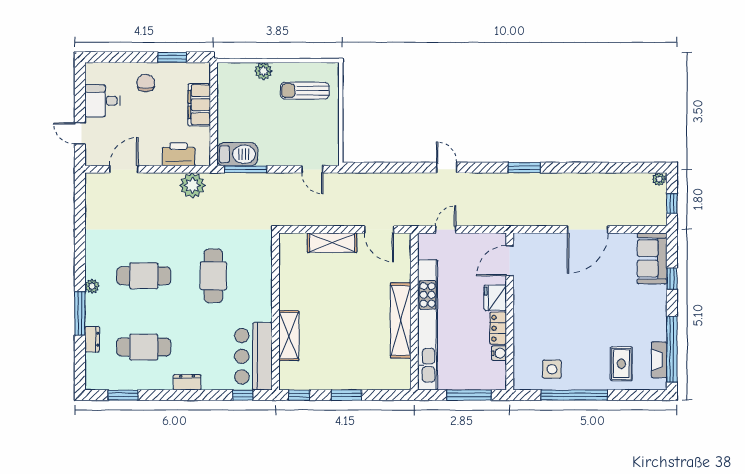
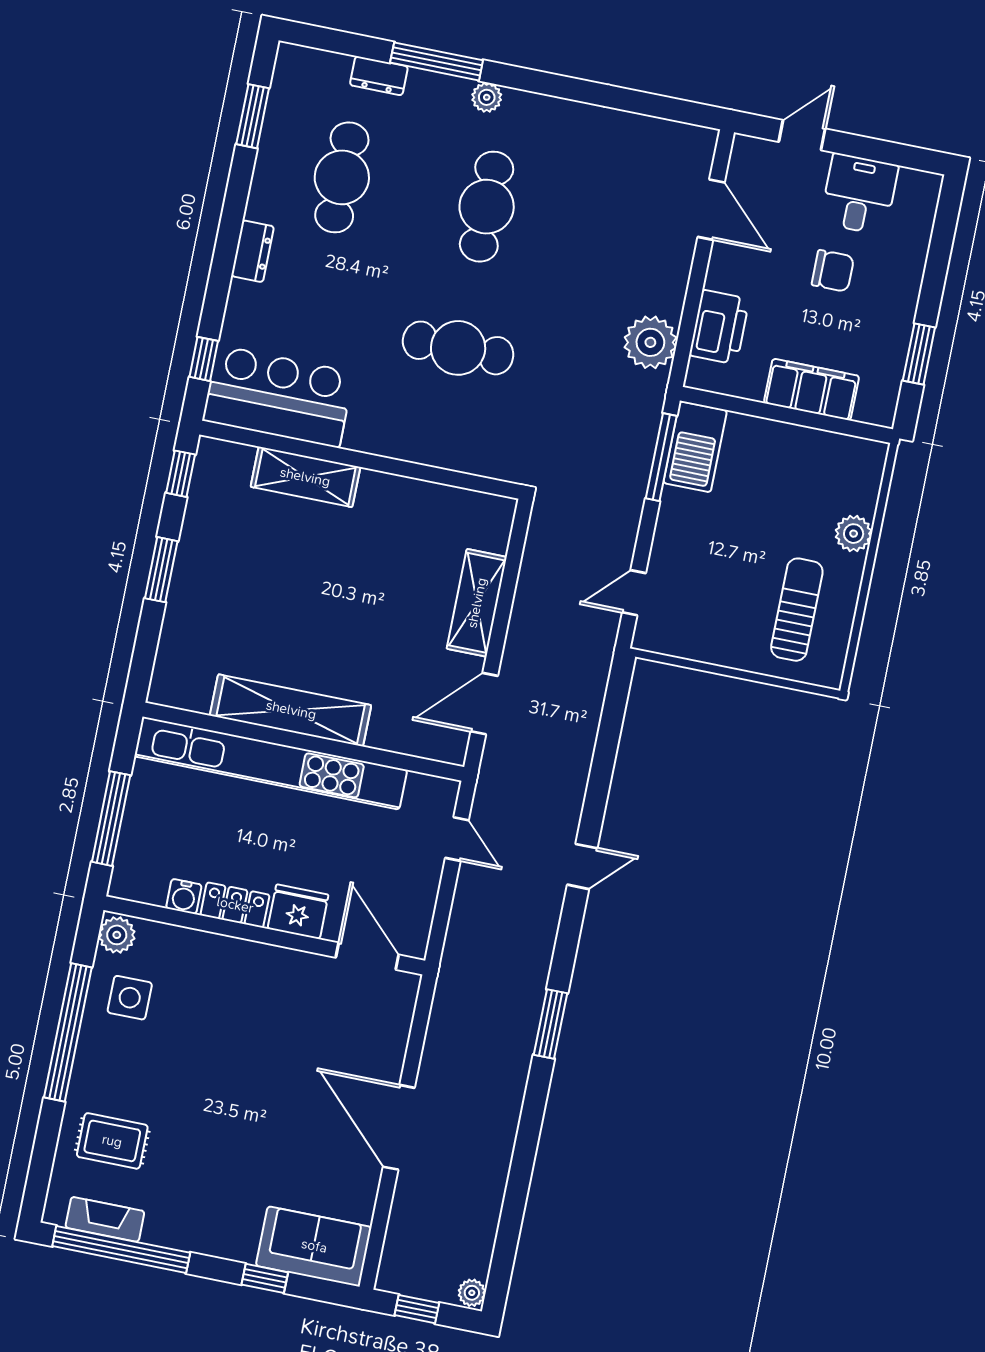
chair: (146, 83) -> (833, 271), moved
plant: (524, 381) -> (117, 935), added

